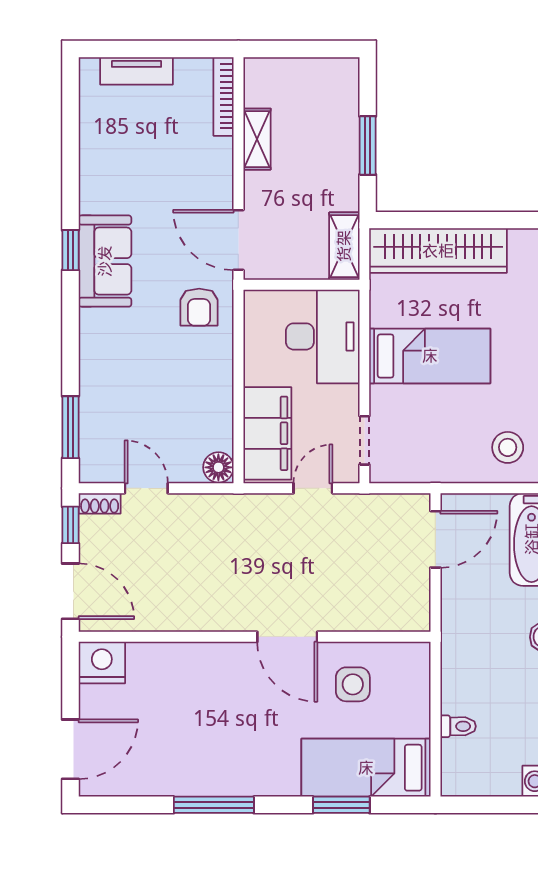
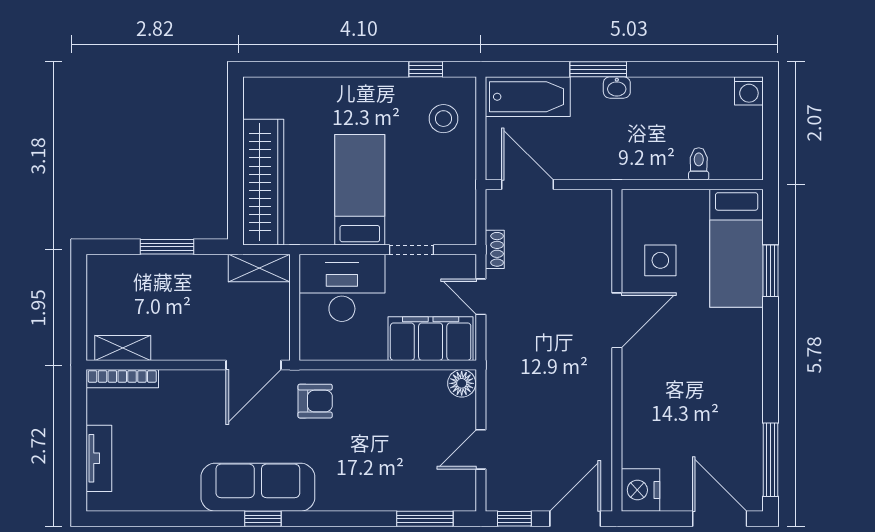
shelving: (257, 139) -> (123, 348), moved
sofa: (105, 261) -> (258, 487), width x1.36
doorway: (364, 440) -> (411, 250), moved
shoe rack: (100, 503) -> (495, 249), moved
window: (214, 805) -> (771, 460), moved

